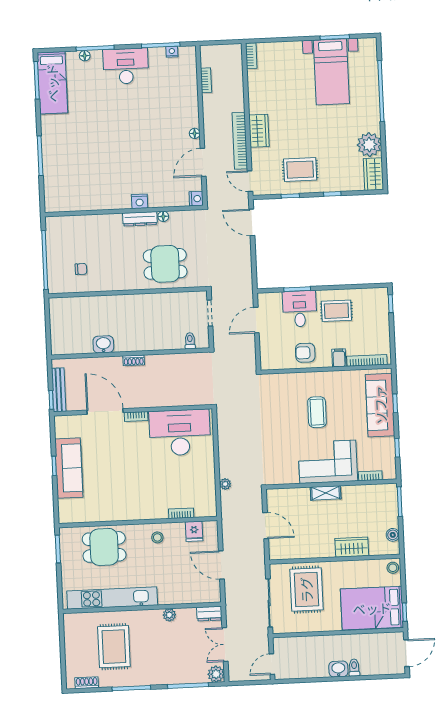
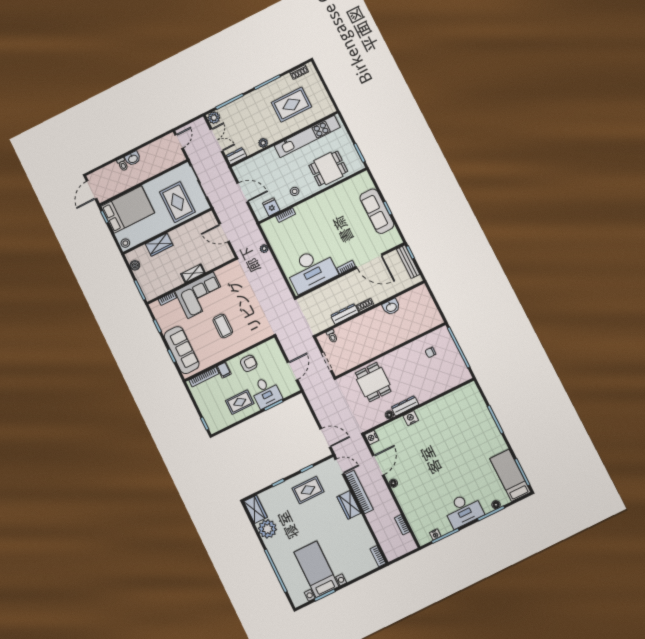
dining table: (165, 264) -> (373, 382), turned 90
dresser: (163, 361) -> (345, 314), added
rug: (114, 647) -> (291, 105), turned 90

